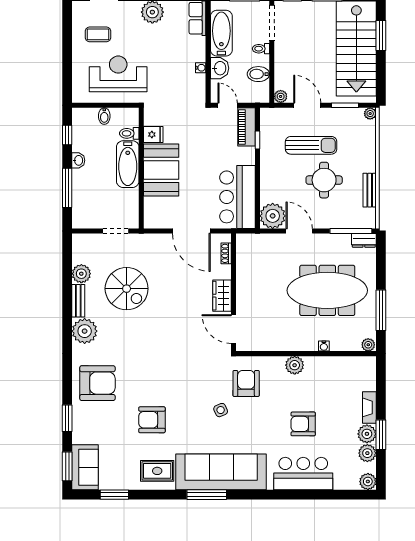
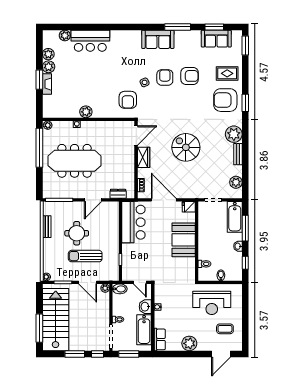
window: (381, 36) -> (39, 328), width x1.44
bidet: (258, 74) -> (120, 289), moved
piano: (246, 127) -> (128, 268), removed
fridge: (153, 134) -> (189, 207), moved
bathtub: (128, 164) -> (235, 217), moved, turned 180
plant: (273, 216) -> (110, 210), removed
door: (299, 231) -> (93, 200), hinge flipped
dresser: (364, 240) -> (118, 194), moved
plant: (81, 274) -> (236, 182), moved
spiral stairs: (127, 289) -> (186, 147), moved
window: (381, 310) -> (39, 148), width x1.46
door: (234, 329) -> (136, 136), hinge flipped
plant: (295, 365) -> (86, 112), moved
window: (67, 418) -> (245, 103), moved
armchair: (303, 424) -> (165, 77), moved, turned -90
window: (381, 435) -> (39, 80), moved
sofa: (85, 467) -> (216, 39), moved, turned -90
rug: (157, 471) -> (227, 73), moved
sofa: (221, 472) -> (158, 39), width x0.54, depth x0.79
plant: (368, 481) -> (65, 36), moved
window: (207, 495) -> (178, 27), moved

